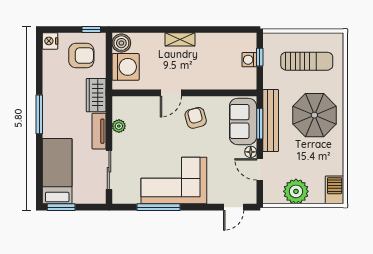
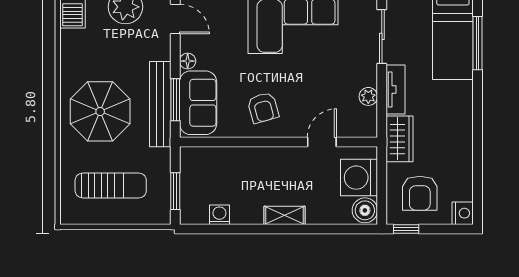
armchair: (81, 56) -> (420, 193), turned -90
window: (260, 57) -> (175, 191), width x1.50
washing machine: (249, 60) -> (219, 215), moved, turned -90
sun lounger: (307, 61) -> (111, 186), turned 180
door: (171, 93) -> (322, 142), moved
window: (39, 114) -> (478, 43), moved
door: (260, 169) -> (175, 19), moved

